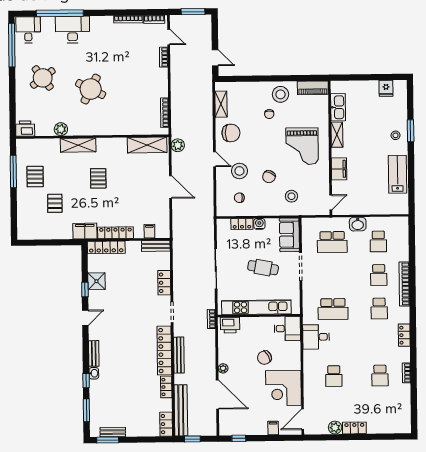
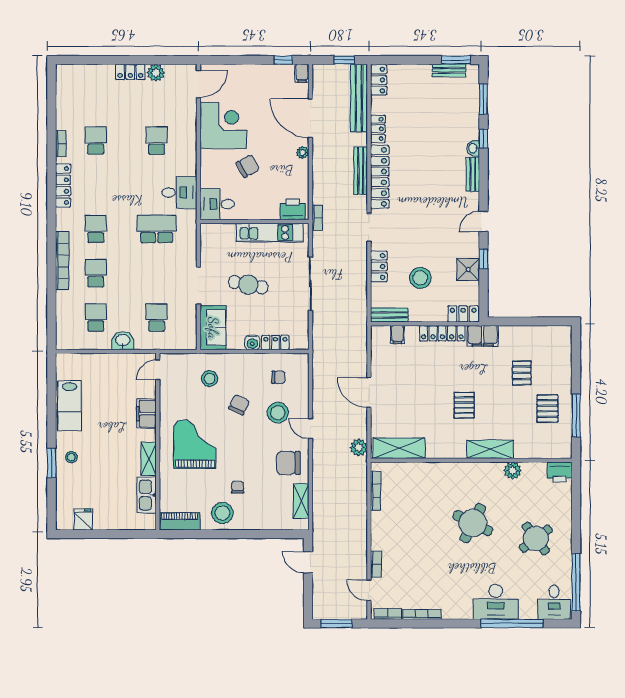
school desk: (332, 242) -> (157, 317), width x0.54
locker: (106, 247) -> (463, 314), width x0.66
stool: (133, 274) -> (420, 278), added
kitchen unit: (256, 307) -> (270, 233), width x0.73
locker: (404, 335) -> (63, 186), width x1.53
filing cabinet: (273, 428) -> (302, 73), moved

